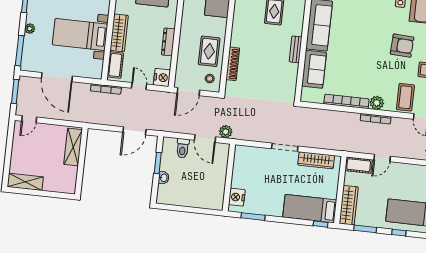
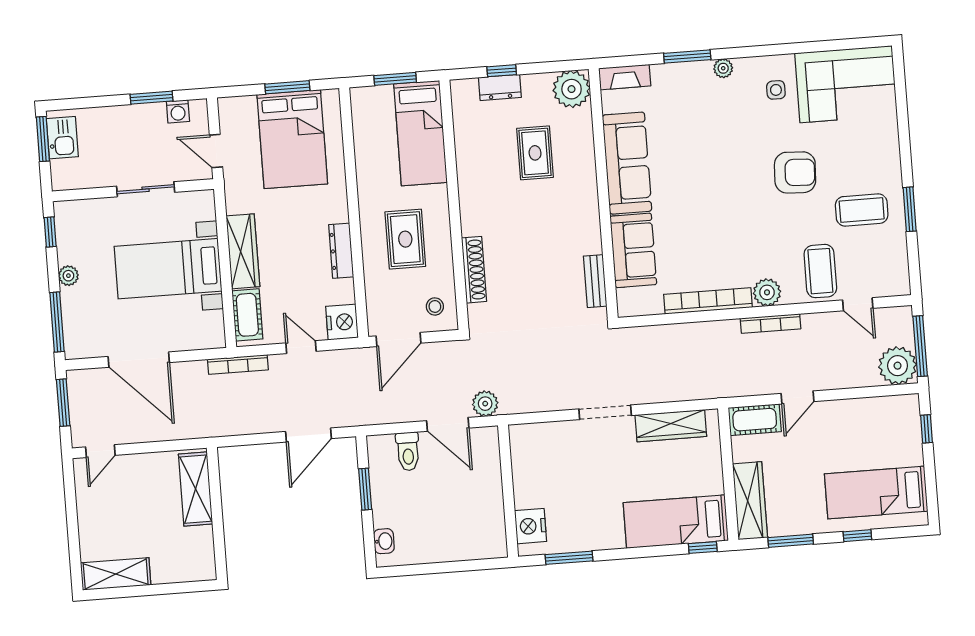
bench: (296, 49) -> (595, 281), moved
rug: (209, 51) -> (405, 239), moved
washbasin: (164, 178) -> (384, 541), moved

